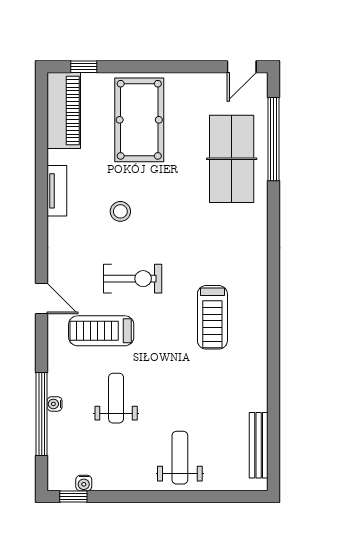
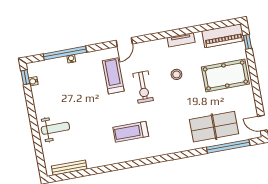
weight bench: (116, 398) -> (80, 90), removed

